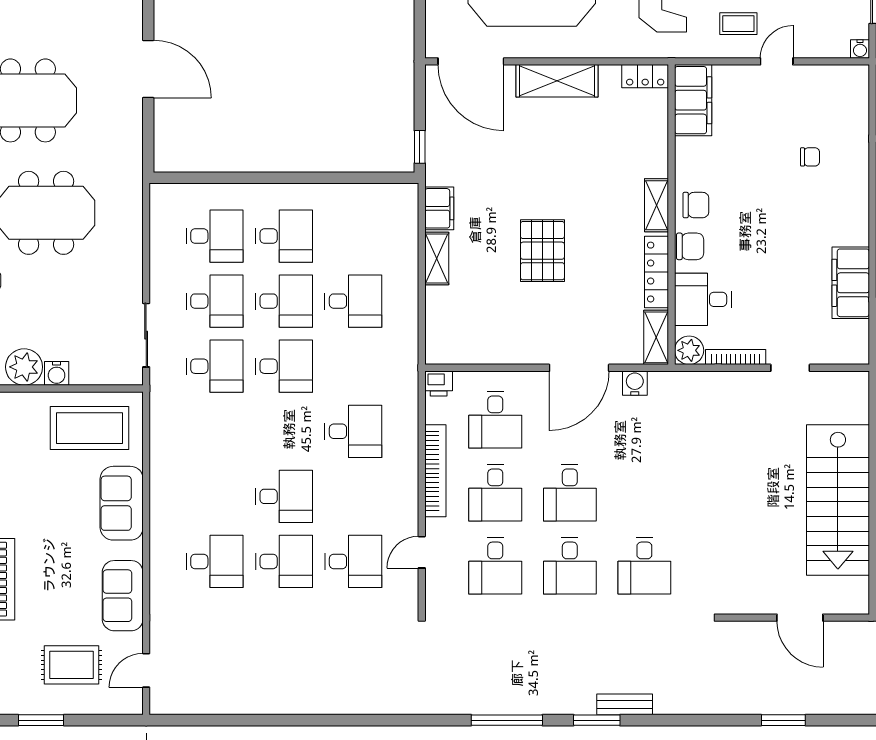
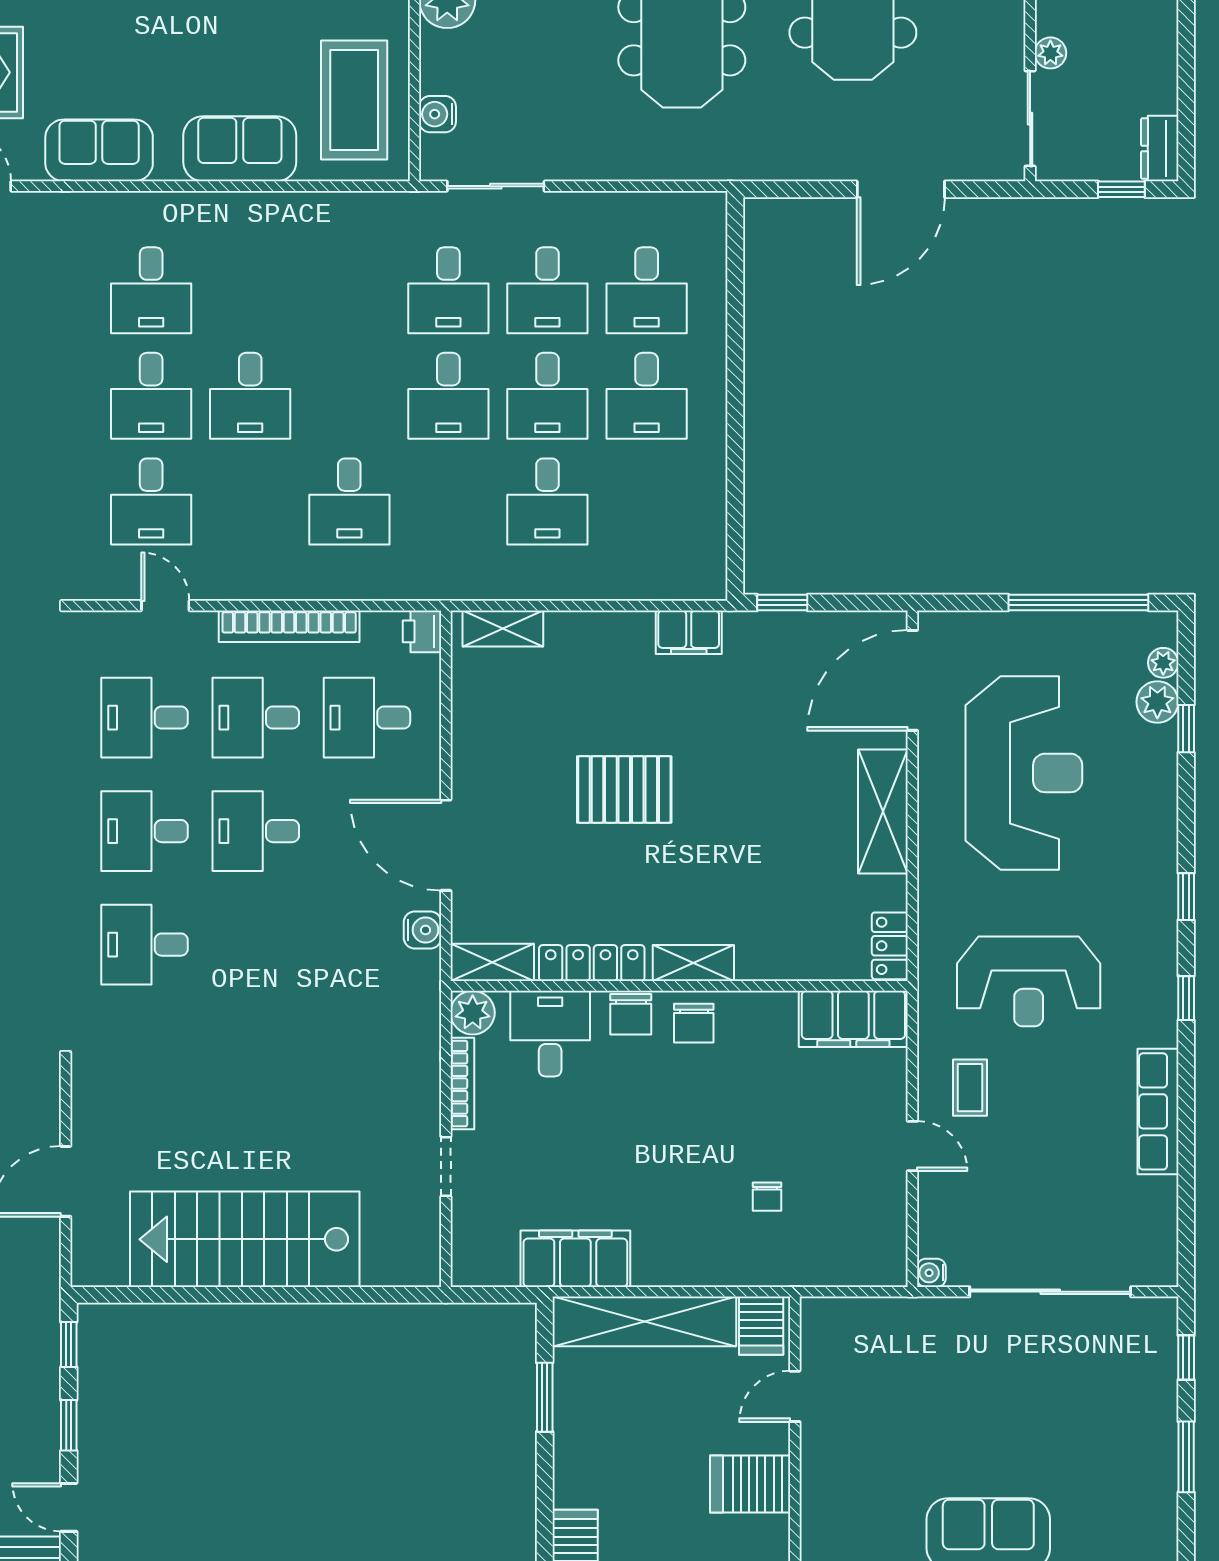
shelving: (437, 258) -> (503, 628), moved
water cooler: (57, 373) -> (438, 114), moved

